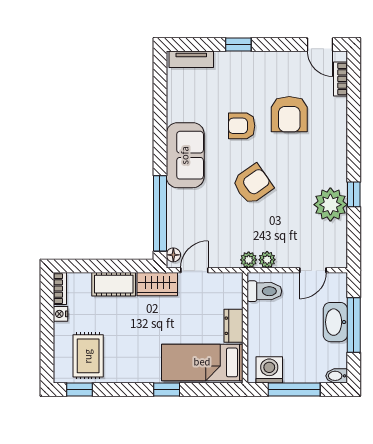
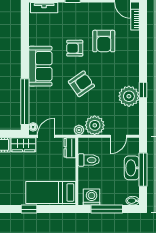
plant: (267, 260) -> (95, 125), width x1.88, depth x1.88
toilet: (264, 291) -> (89, 160), moved
dresser: (234, 326) -> (70, 148), moved

